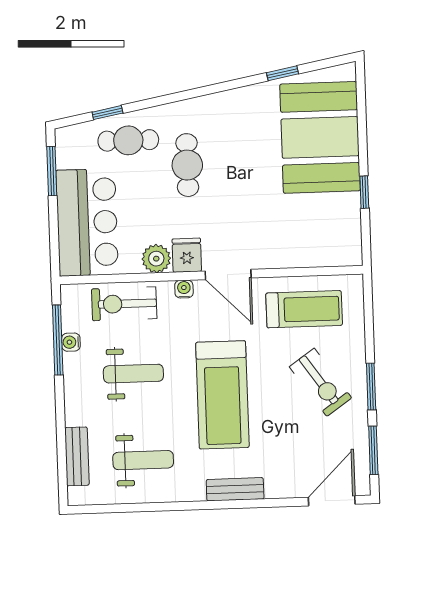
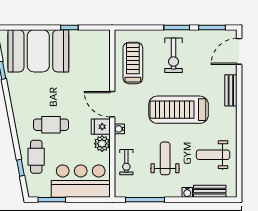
door: (228, 274) -> (112, 104), swing flipped
exercise bike: (124, 304) -> (126, 162), width x0.73, depth x0.72
water cooler: (71, 342) -> (187, 192), moved
exercise bike: (320, 382) -> (174, 55), turned 125
treadmill: (222, 395) -> (179, 110), turned 180
weight bench: (143, 460) -> (213, 155), turned -90
bench: (235, 489) -> (231, 90), moved
door: (332, 501) -> (239, 51), hinge flipped

